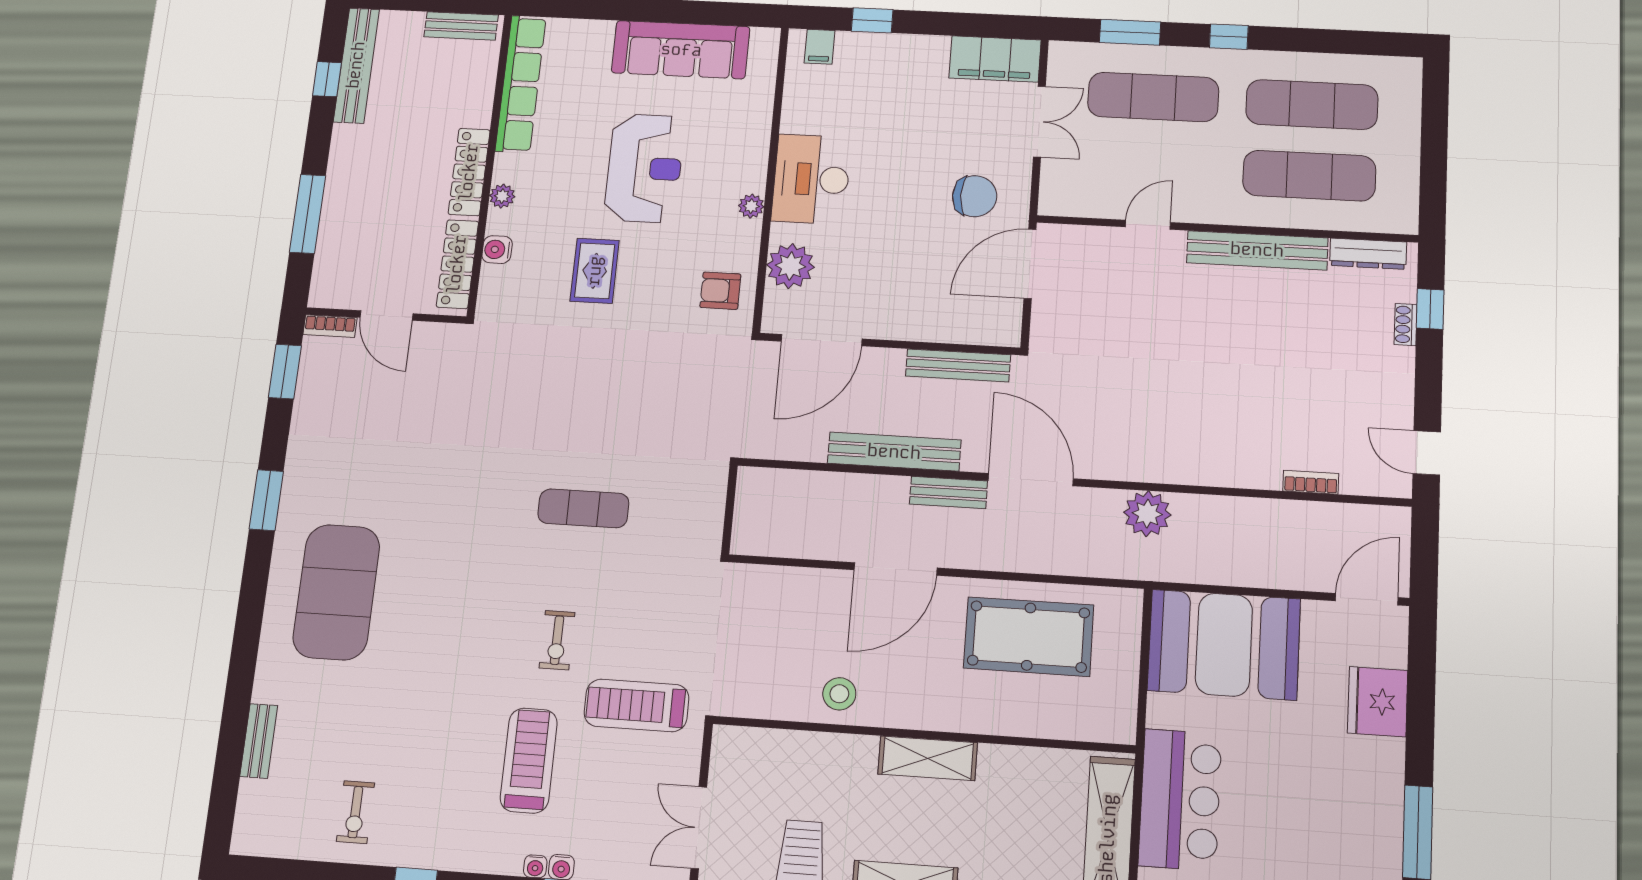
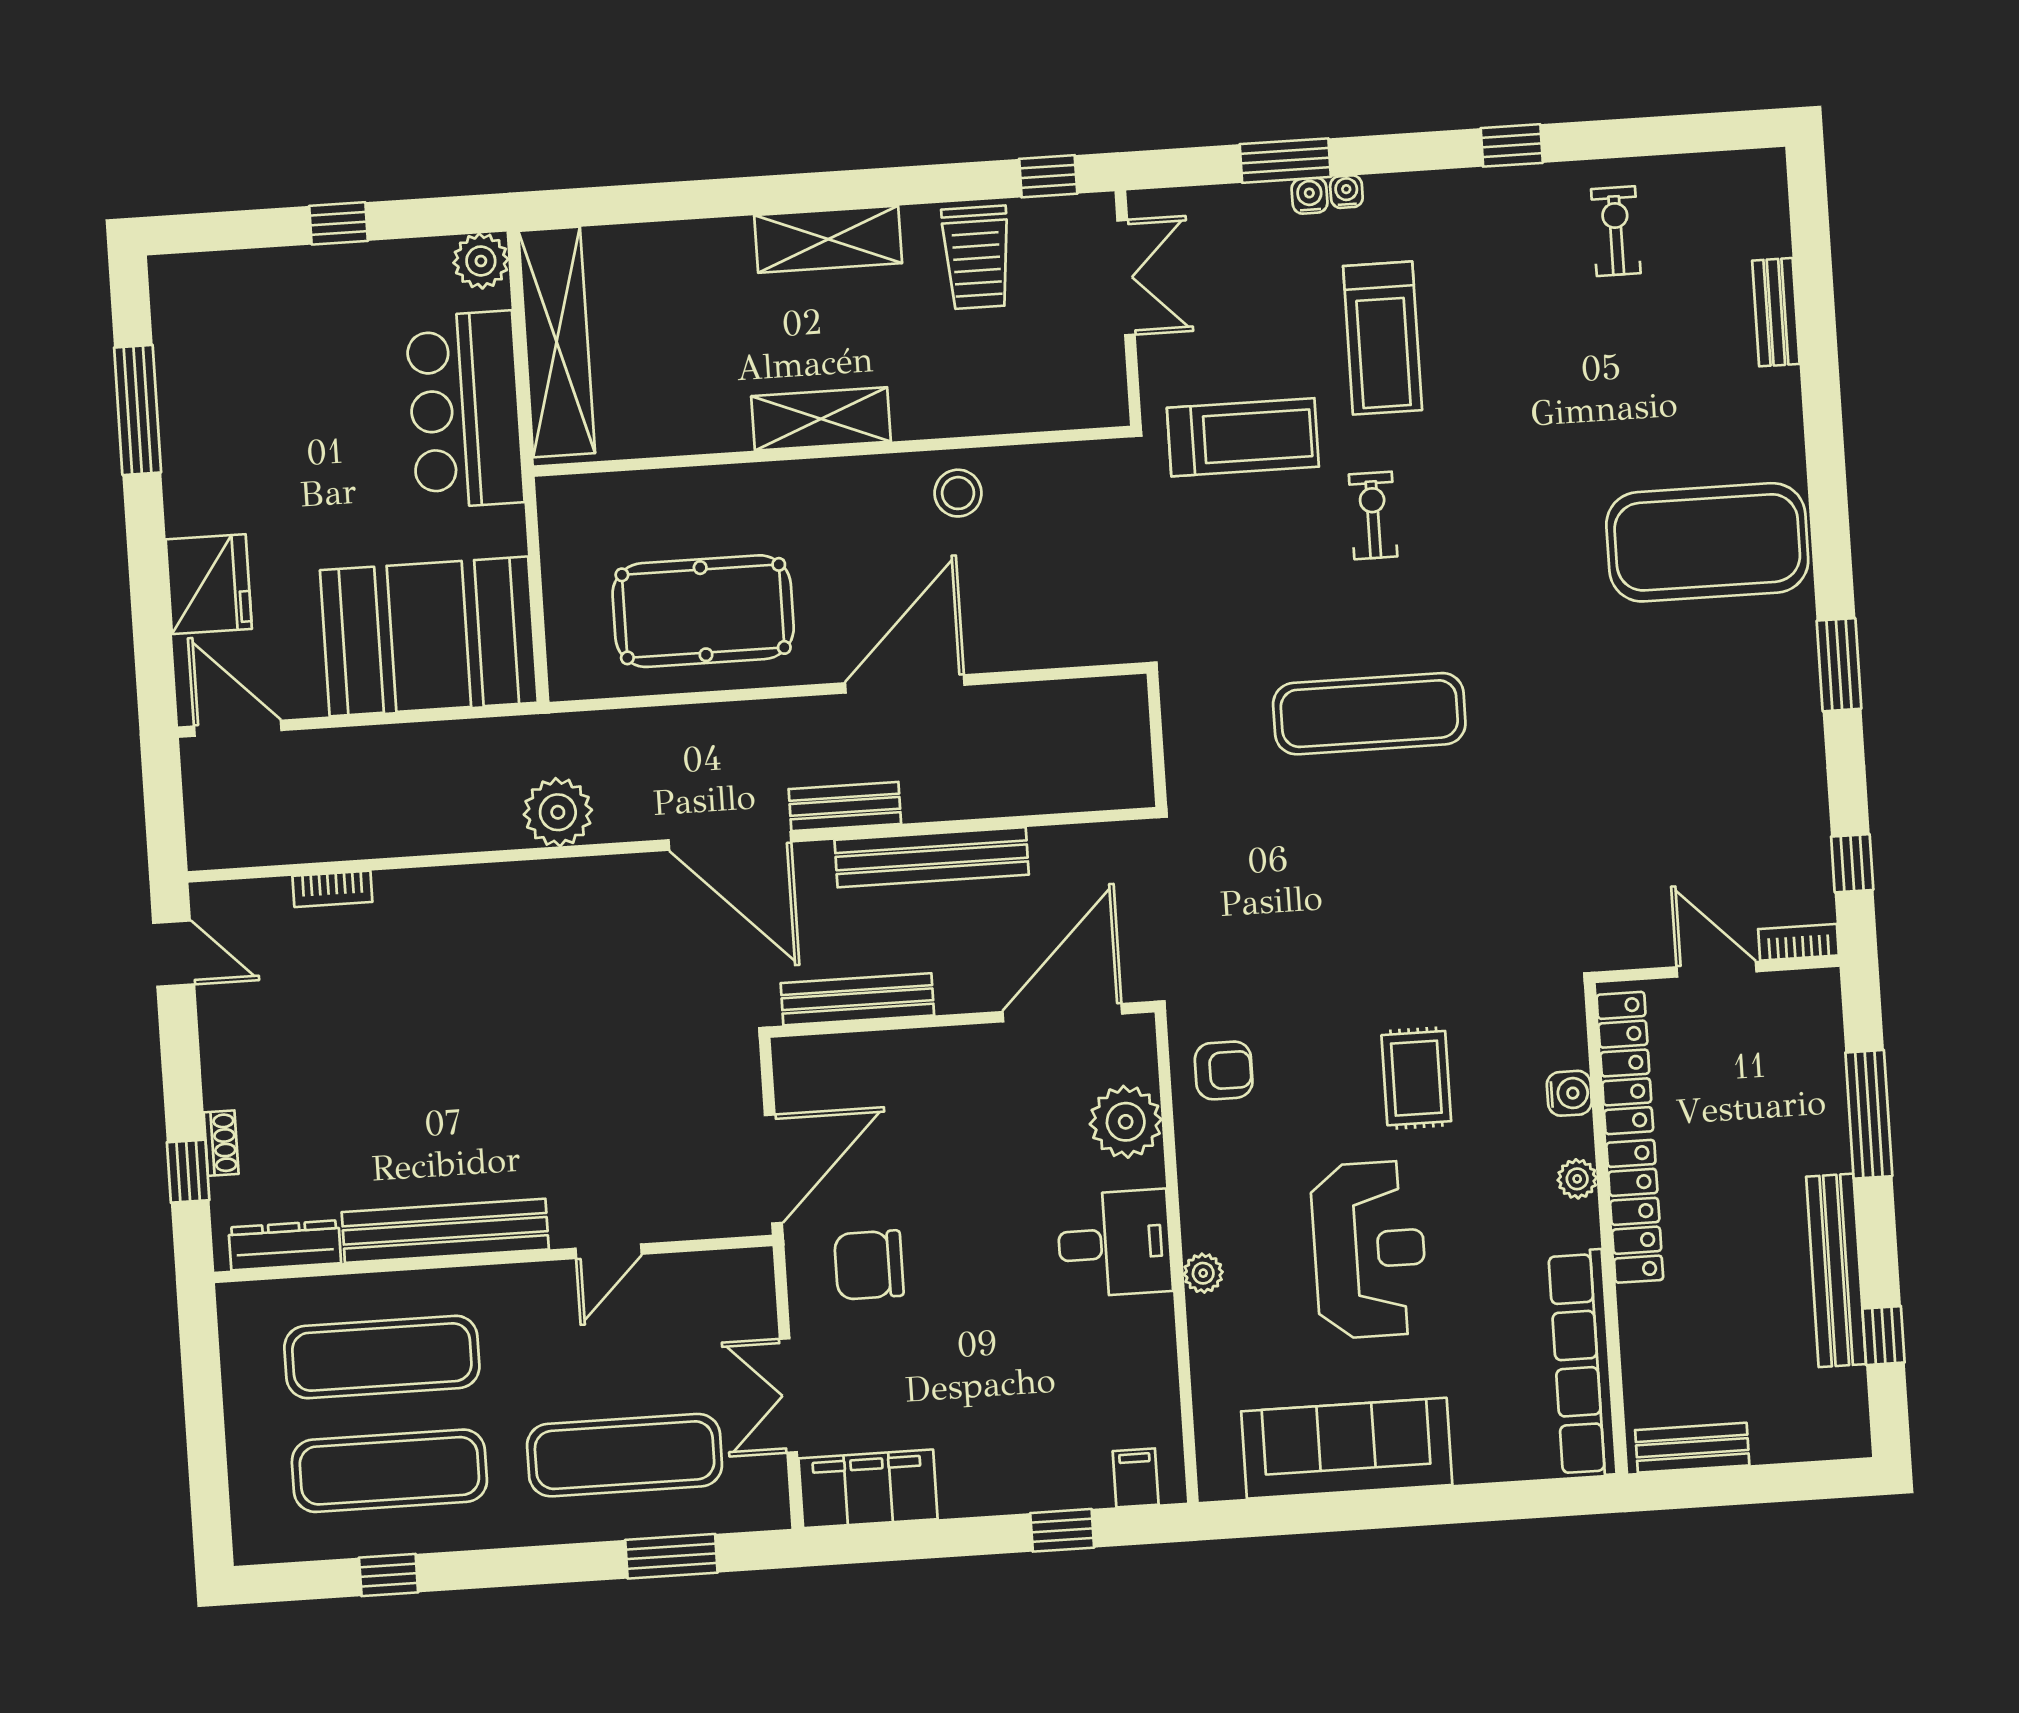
window: (1229, 37) -> (389, 1575), moved
bench: (356, 65) -> (1836, 1270), moved
reception desk: (645, 168) -> (1369, 1250), turned 180
desk: (811, 179) -> (1114, 1243), width x0.73
plant: (751, 206) -> (1203, 1273), moved
window: (285, 372) -> (1852, 863), width x0.67
exercise mat: (583, 508) -> (1369, 714), width x1.36, depth x1.45
exercise mat: (336, 592) -> (1707, 542), turned 90
door: (1367, 599) -> (238, 728), swing flipped

